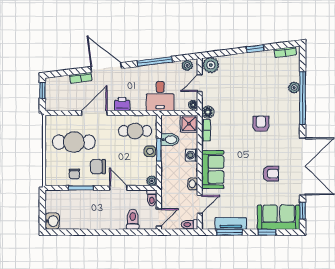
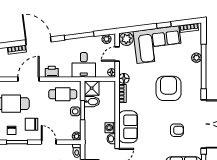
corner sofa: (248, 72) -> (158, 45), added
shower: (189, 124) -> (92, 88), moved
armchair: (261, 124) -> (169, 88), width x1.88, depth x1.88
washing machine: (192, 155) -> (110, 128), moved

